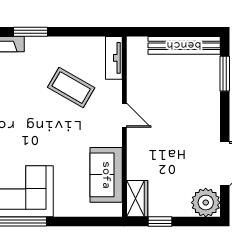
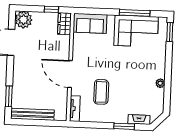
coffee table: (71, 88) -> (101, 92), turned 60
door: (124, 115) -> (70, 74), width x1.88
sofa: (106, 175) -> (90, 23), moved, turned 90

